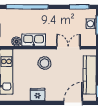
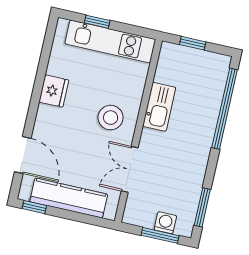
boiler: (16, 42) -> (163, 74), removed
double door: (68, 48) -> (130, 169), swing flipped

